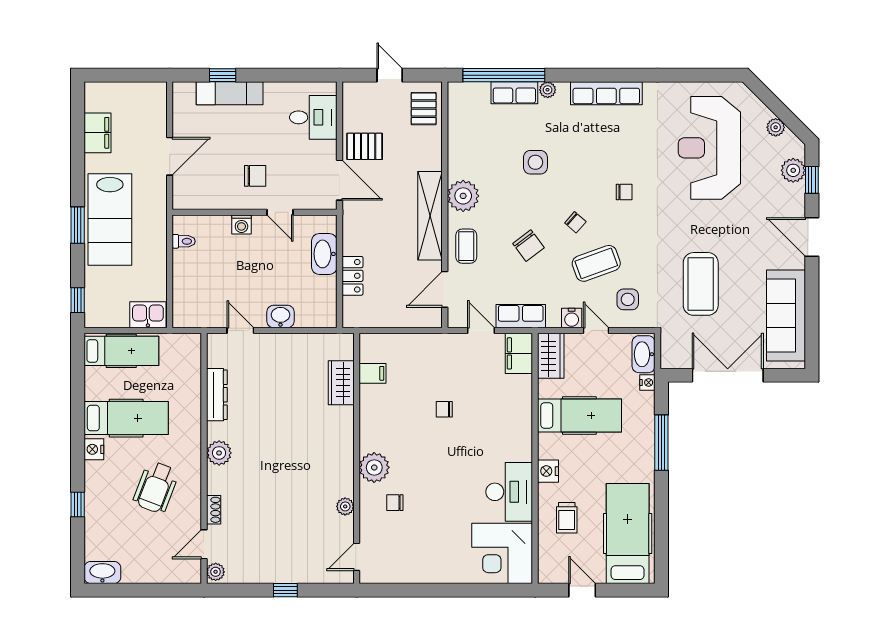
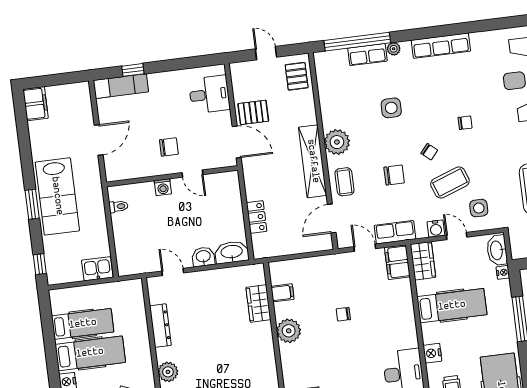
exam couch: (230, 93) -> (121, 86), moved
filing cabinet: (97, 133) -> (36, 104), moved
chair: (528, 246) -> (394, 175), turned -53
washbasin: (324, 254) -> (232, 252), moved, turned 90
hospital bed: (121, 351) -> (83, 324), moved
plant: (374, 467) -> (289, 331), moved

